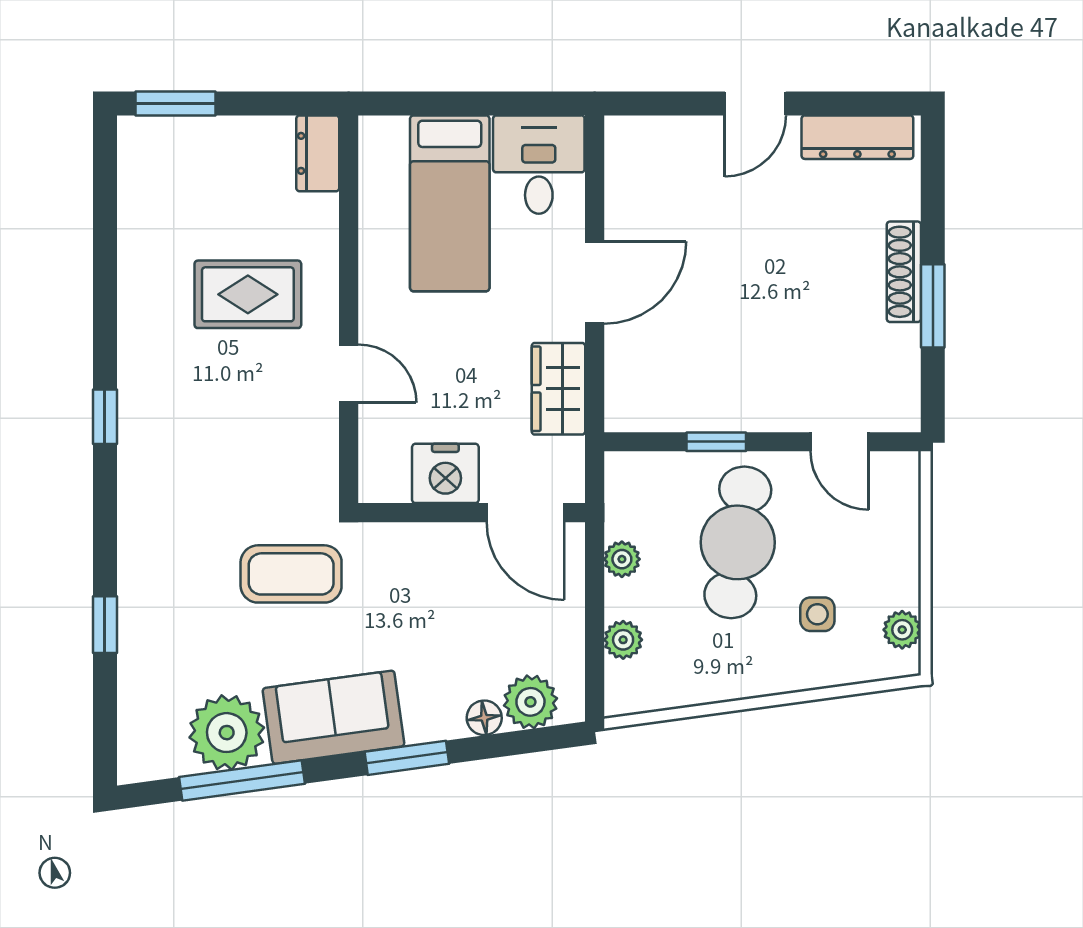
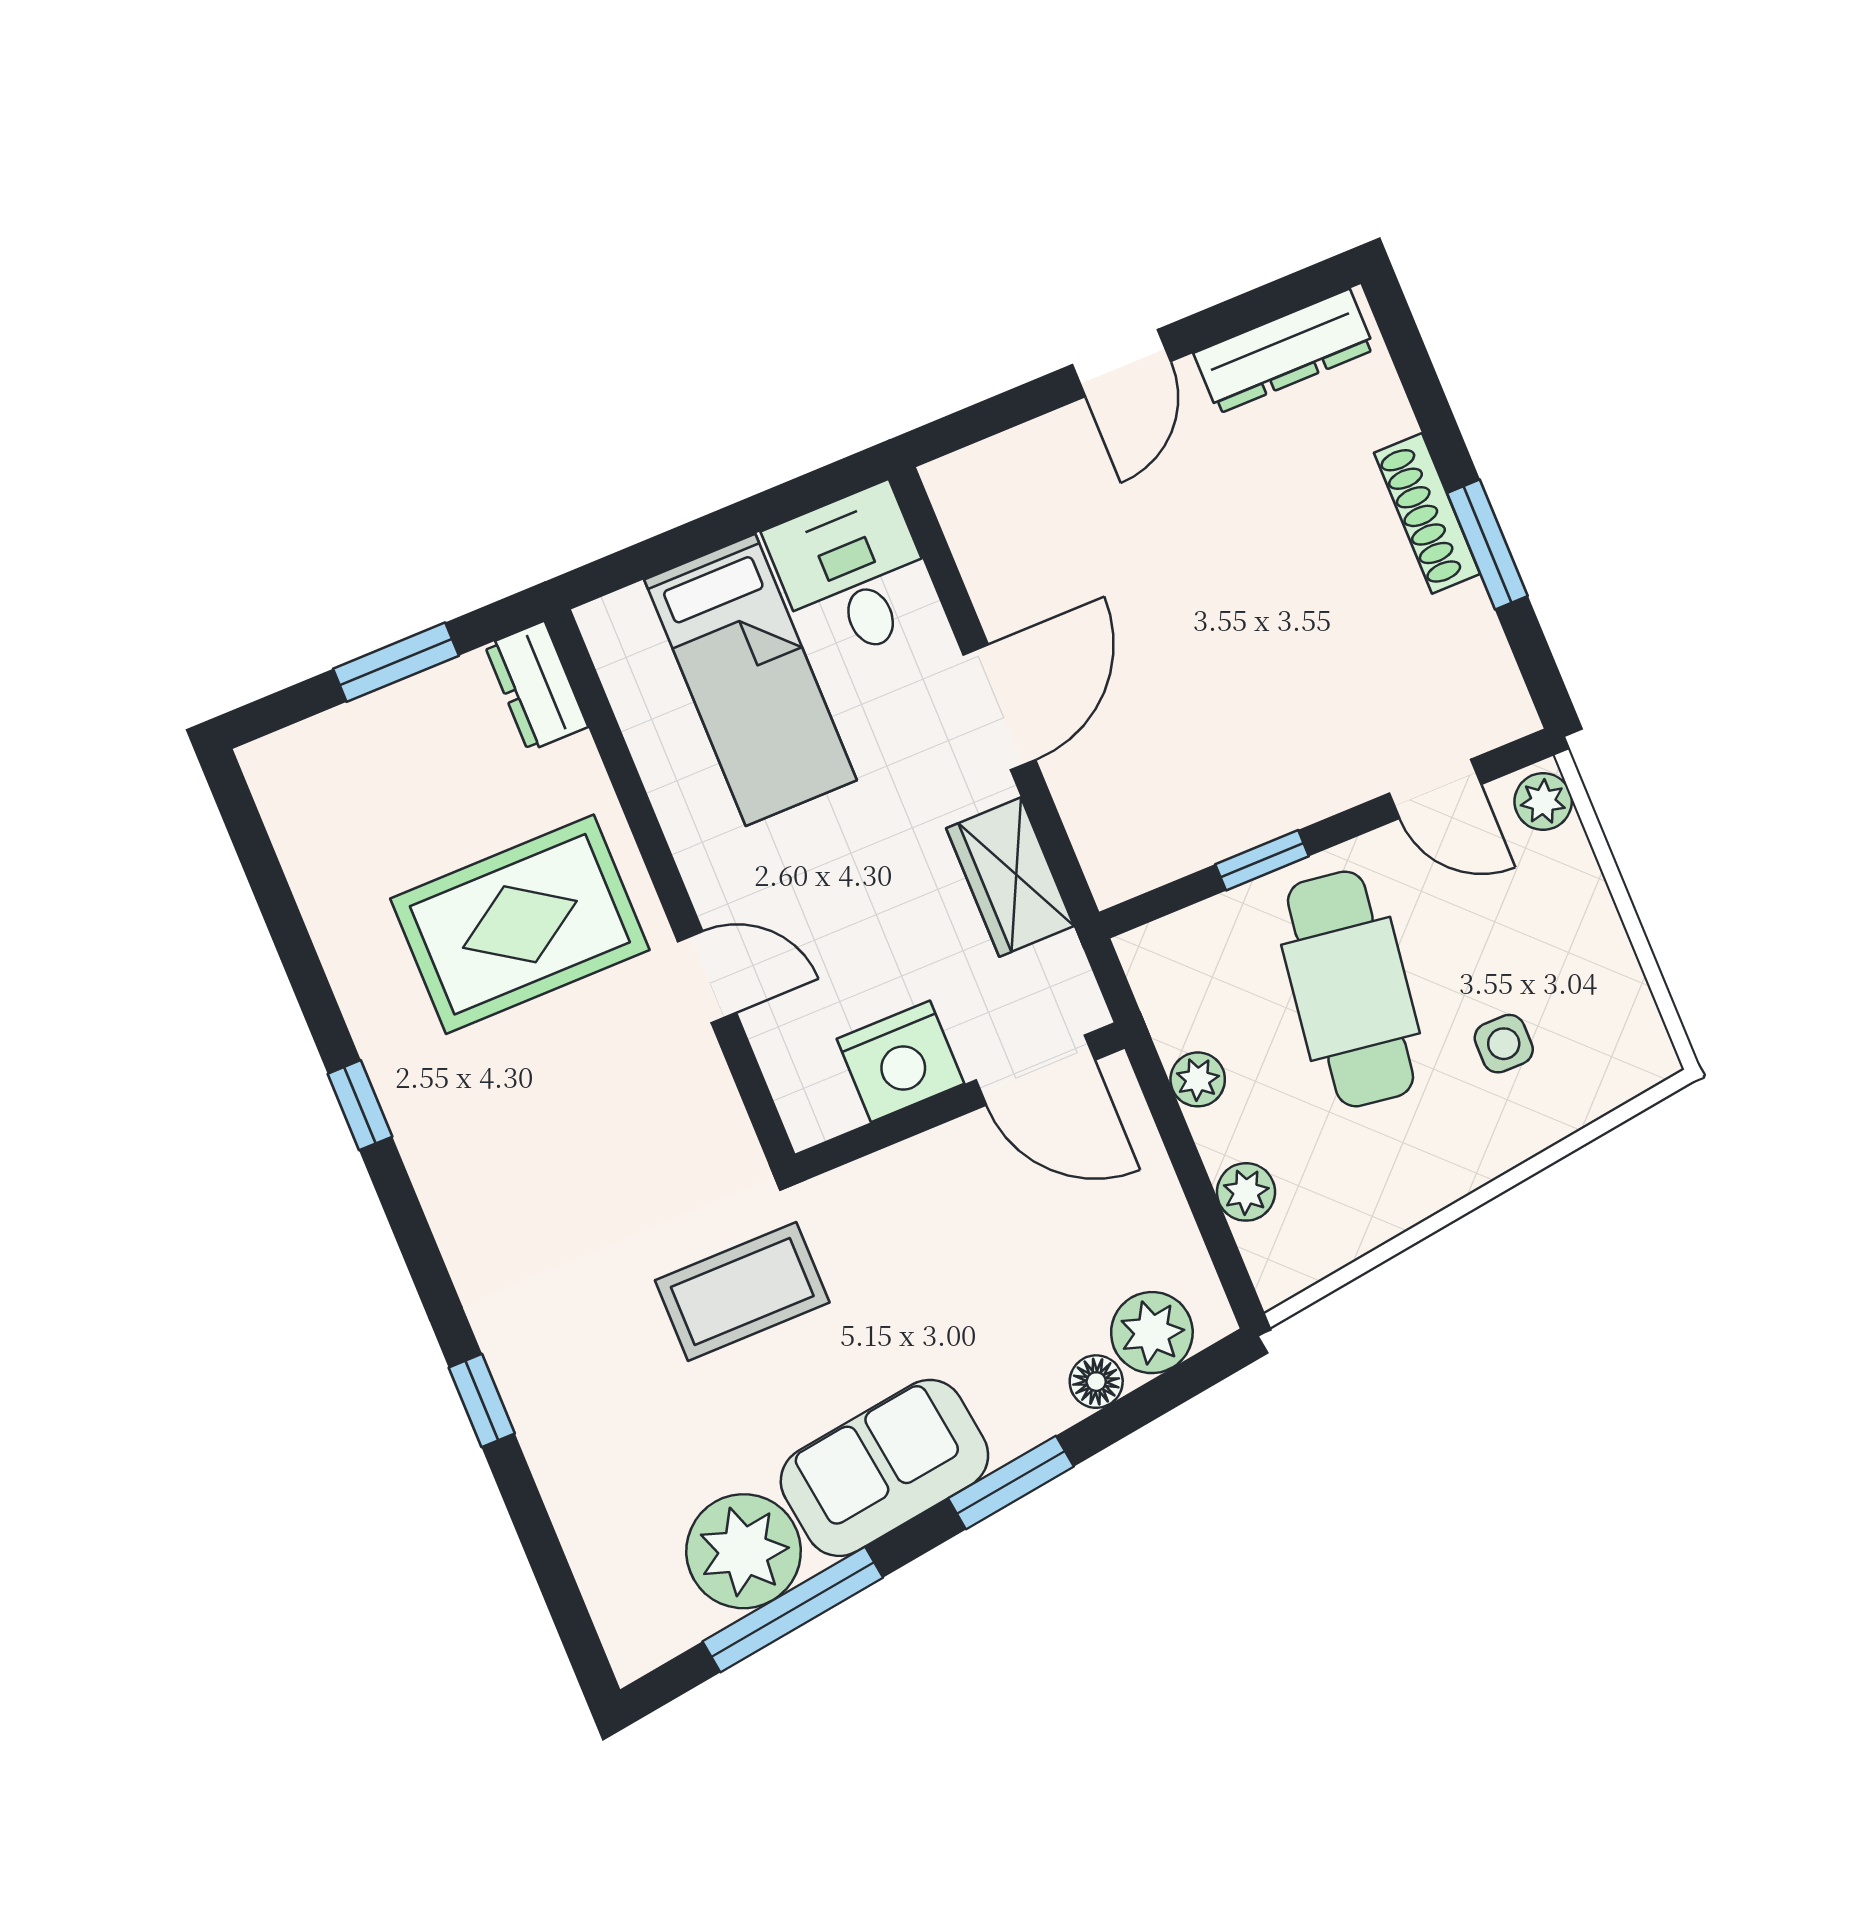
window: (175, 104) -> (396, 662), moved
rug: (248, 294) -> (520, 924), width x1.36, depth x1.43
window: (105, 417) -> (360, 1105), moved
window: (105, 625) -> (482, 1400), moved
plant: (902, 630) -> (1543, 802), moved

